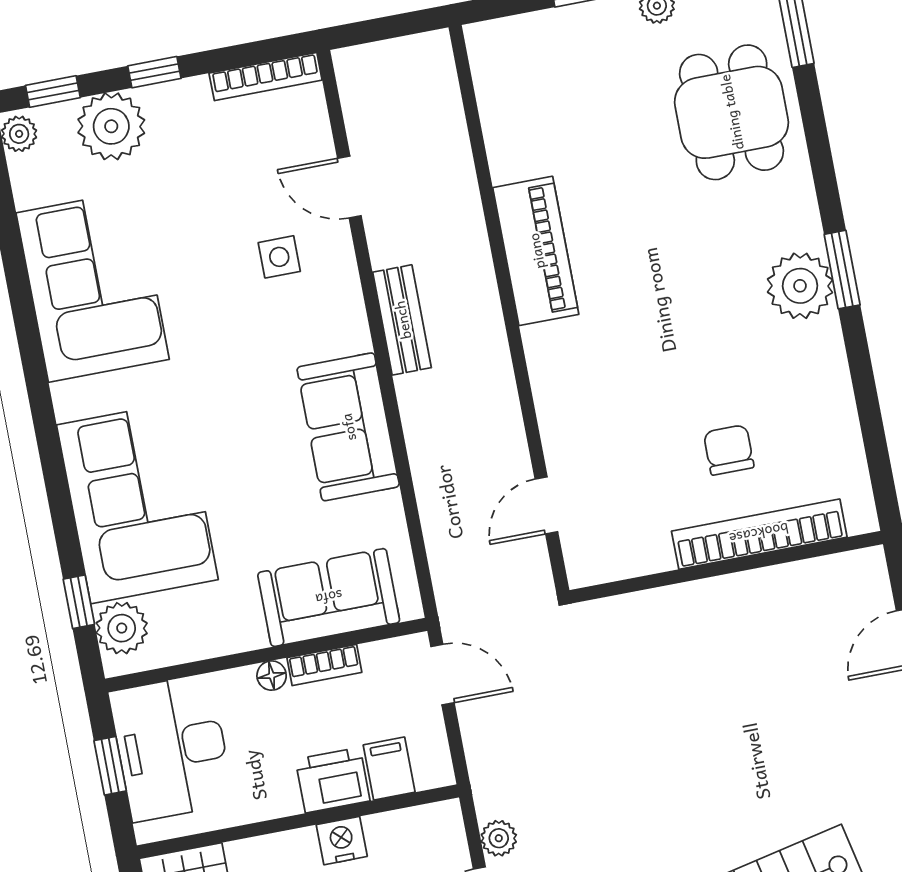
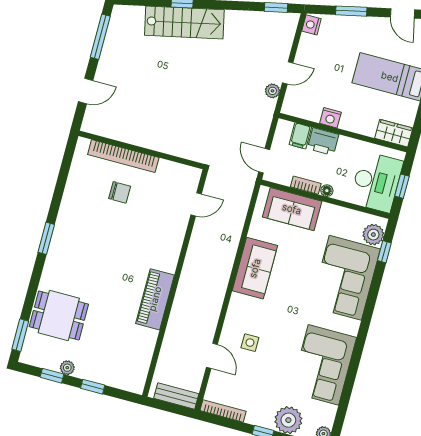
dining table: (731, 112) -> (59, 315), turned 90
plant: (800, 286) -> (64, 240), removed
bench: (402, 320) -> (176, 396), moved, turned 90
chair: (729, 450) -> (120, 192), turned -90

